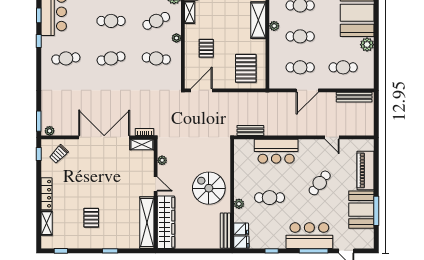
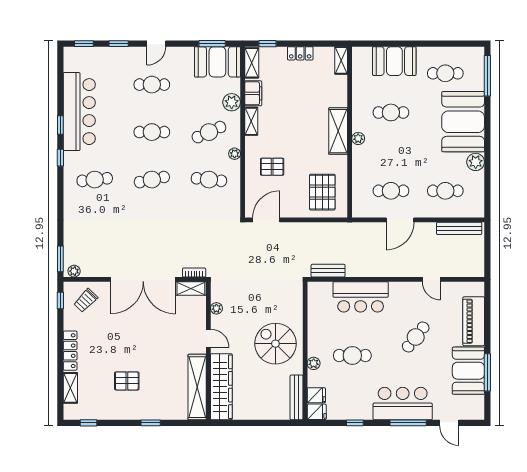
cafe table: (300, 36) -> (391, 152), removed
pallet: (206, 48) -> (272, 167), turned 90
double door: (104, 137) -> (143, 279), swing flipped
pallet: (91, 218) -> (127, 381), turned 90

